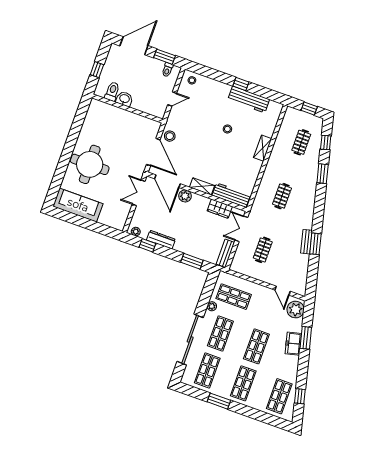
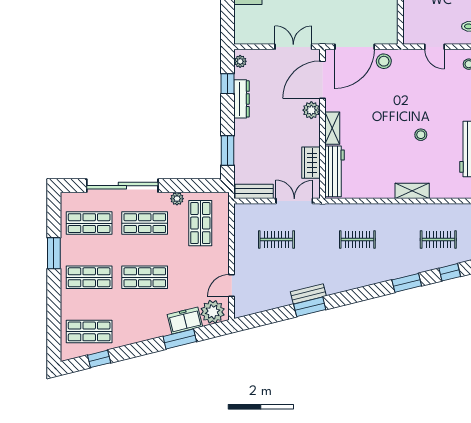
freezer: (293, 344) -> (185, 321), moved

